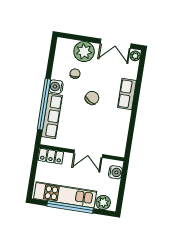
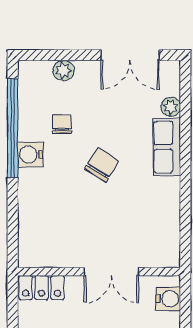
plant: (84, 52) -> (64, 70), width x0.53, depth x0.53
plant: (135, 56) -> (171, 107), moved
window: (44, 104) -> (13, 128), moved
row of seats: (52, 116) -> (31, 211), removed

